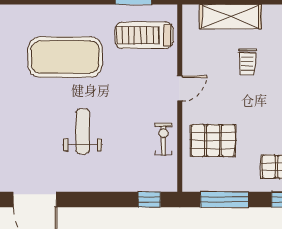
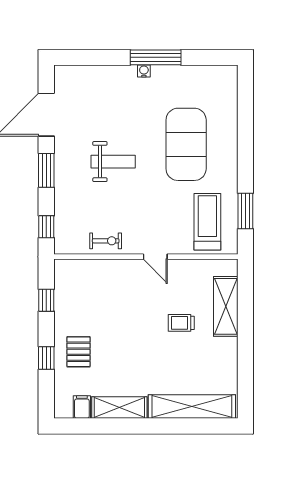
pallet: (213, 140) -> (104, 289), removed
window: (92, 200) -> (46, 170), added
window: (224, 200) -> (46, 300), width x0.46

